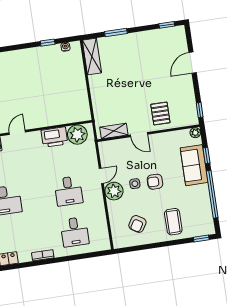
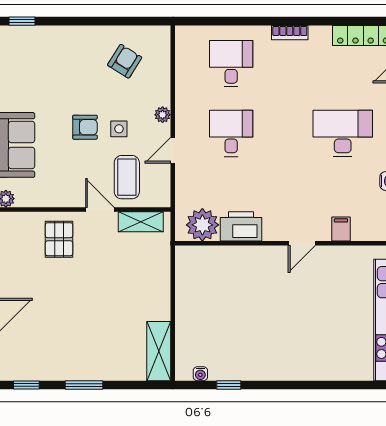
window: (116, 32) -> (84, 385), moved
plant: (114, 191) -> (163, 115), width x0.53, depth x0.53
coffee table: (173, 222) -> (127, 177), moved

